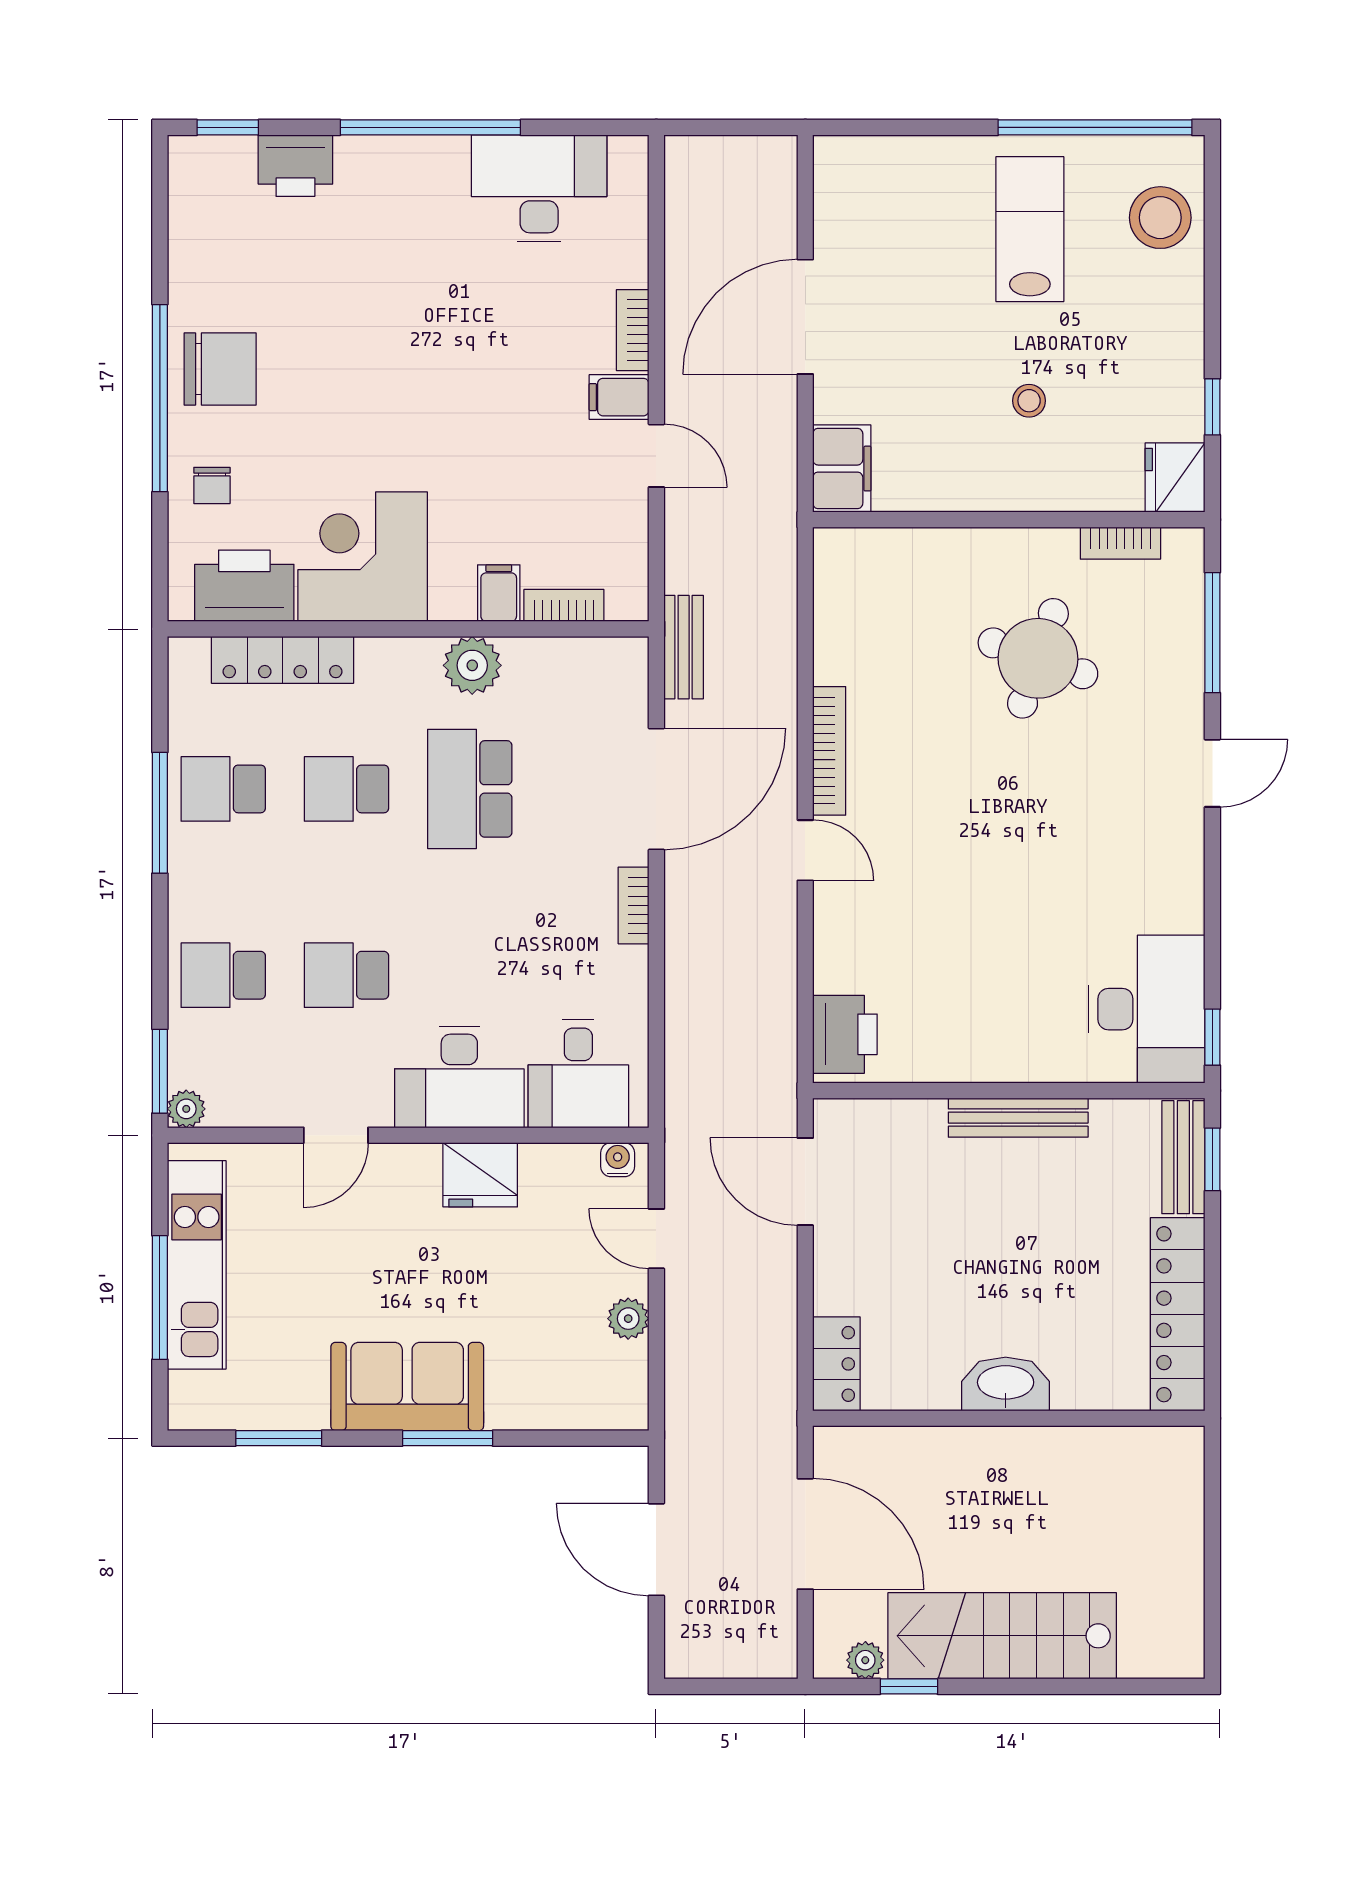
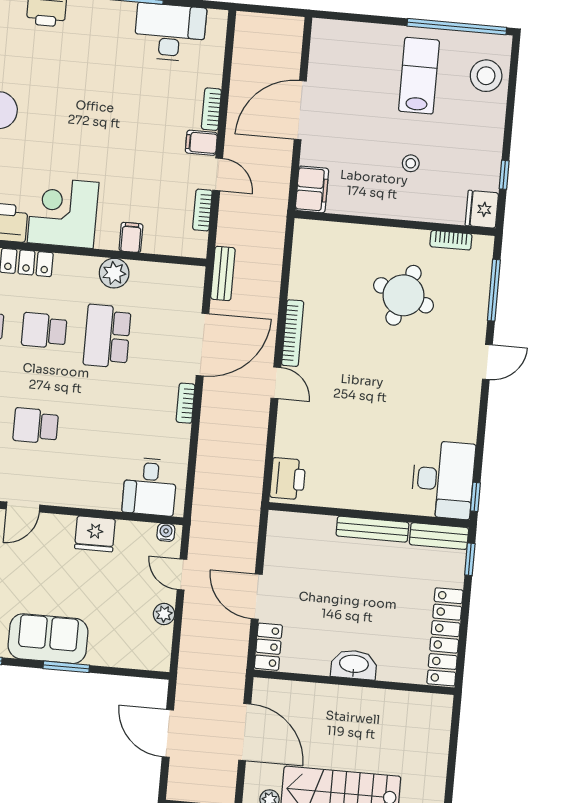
bookcase: (564, 605) -> (202, 210), moved, turned -90
desk: (459, 1077) -> (89, 483), removed
bench: (1183, 1157) -> (439, 536), moved, turned 90
door: (805, 1182) -> (257, 597), moved

